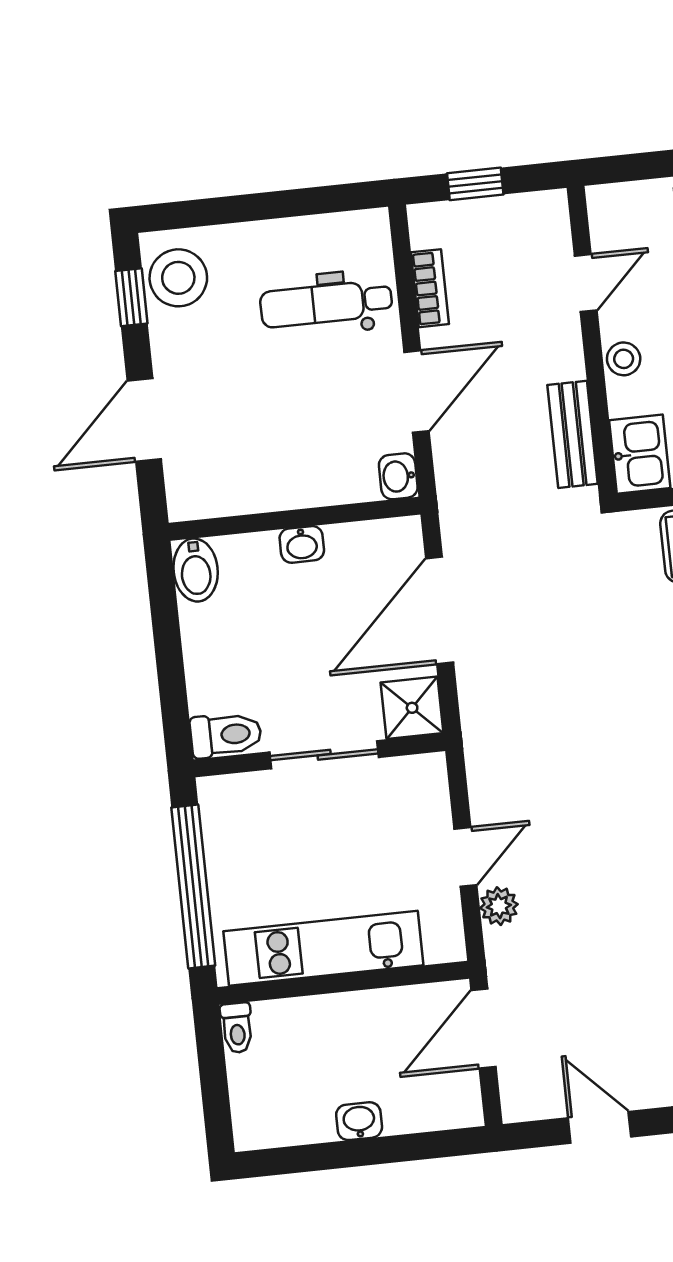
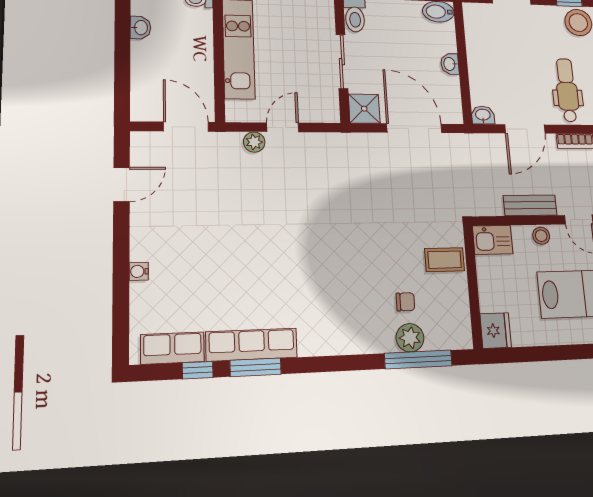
door: (417, 391) -> (525, 129), hinge flipped
bench: (573, 434) -> (530, 205), moved
door: (465, 857) -> (283, 127), swing flipped
washbasin: (359, 1121) -> (140, 28), moved

